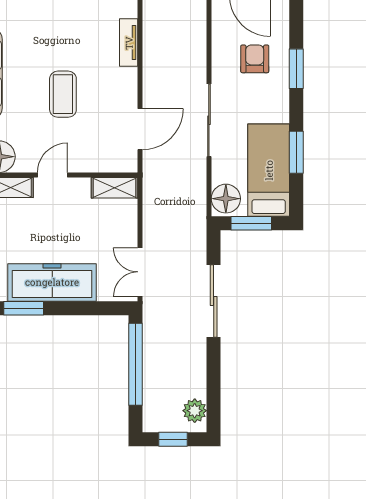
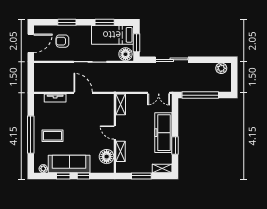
coffee table: (63, 94) -> (52, 136), moved
door: (140, 129) -> (83, 93), moved
window: (173, 439) -> (234, 78), removed

